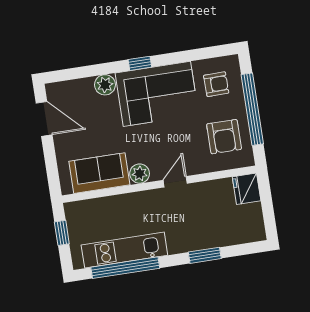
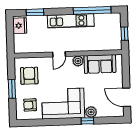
window: (140, 63) -> (87, 121), moved
window: (252, 109) -> (12, 89), width x0.47
fridge: (247, 189) -> (20, 26), moved
kitchen unit: (124, 250) -> (71, 21), moved
window: (205, 255) -> (35, 12), moved

